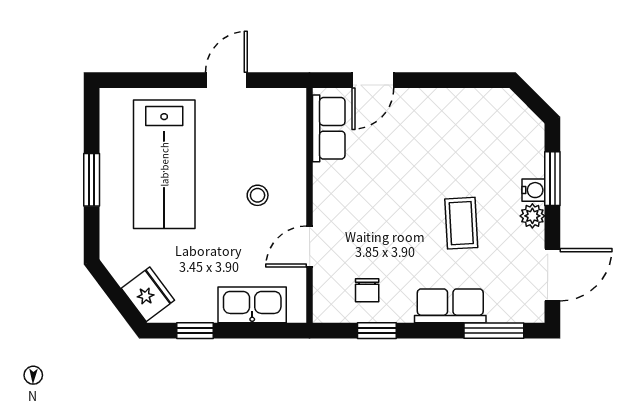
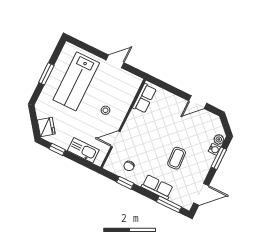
door: (373, 80) -> (198, 102), moved
water cooler: (533, 190) -> (214, 149), moved
plant: (532, 216) -> (219, 139), moved

